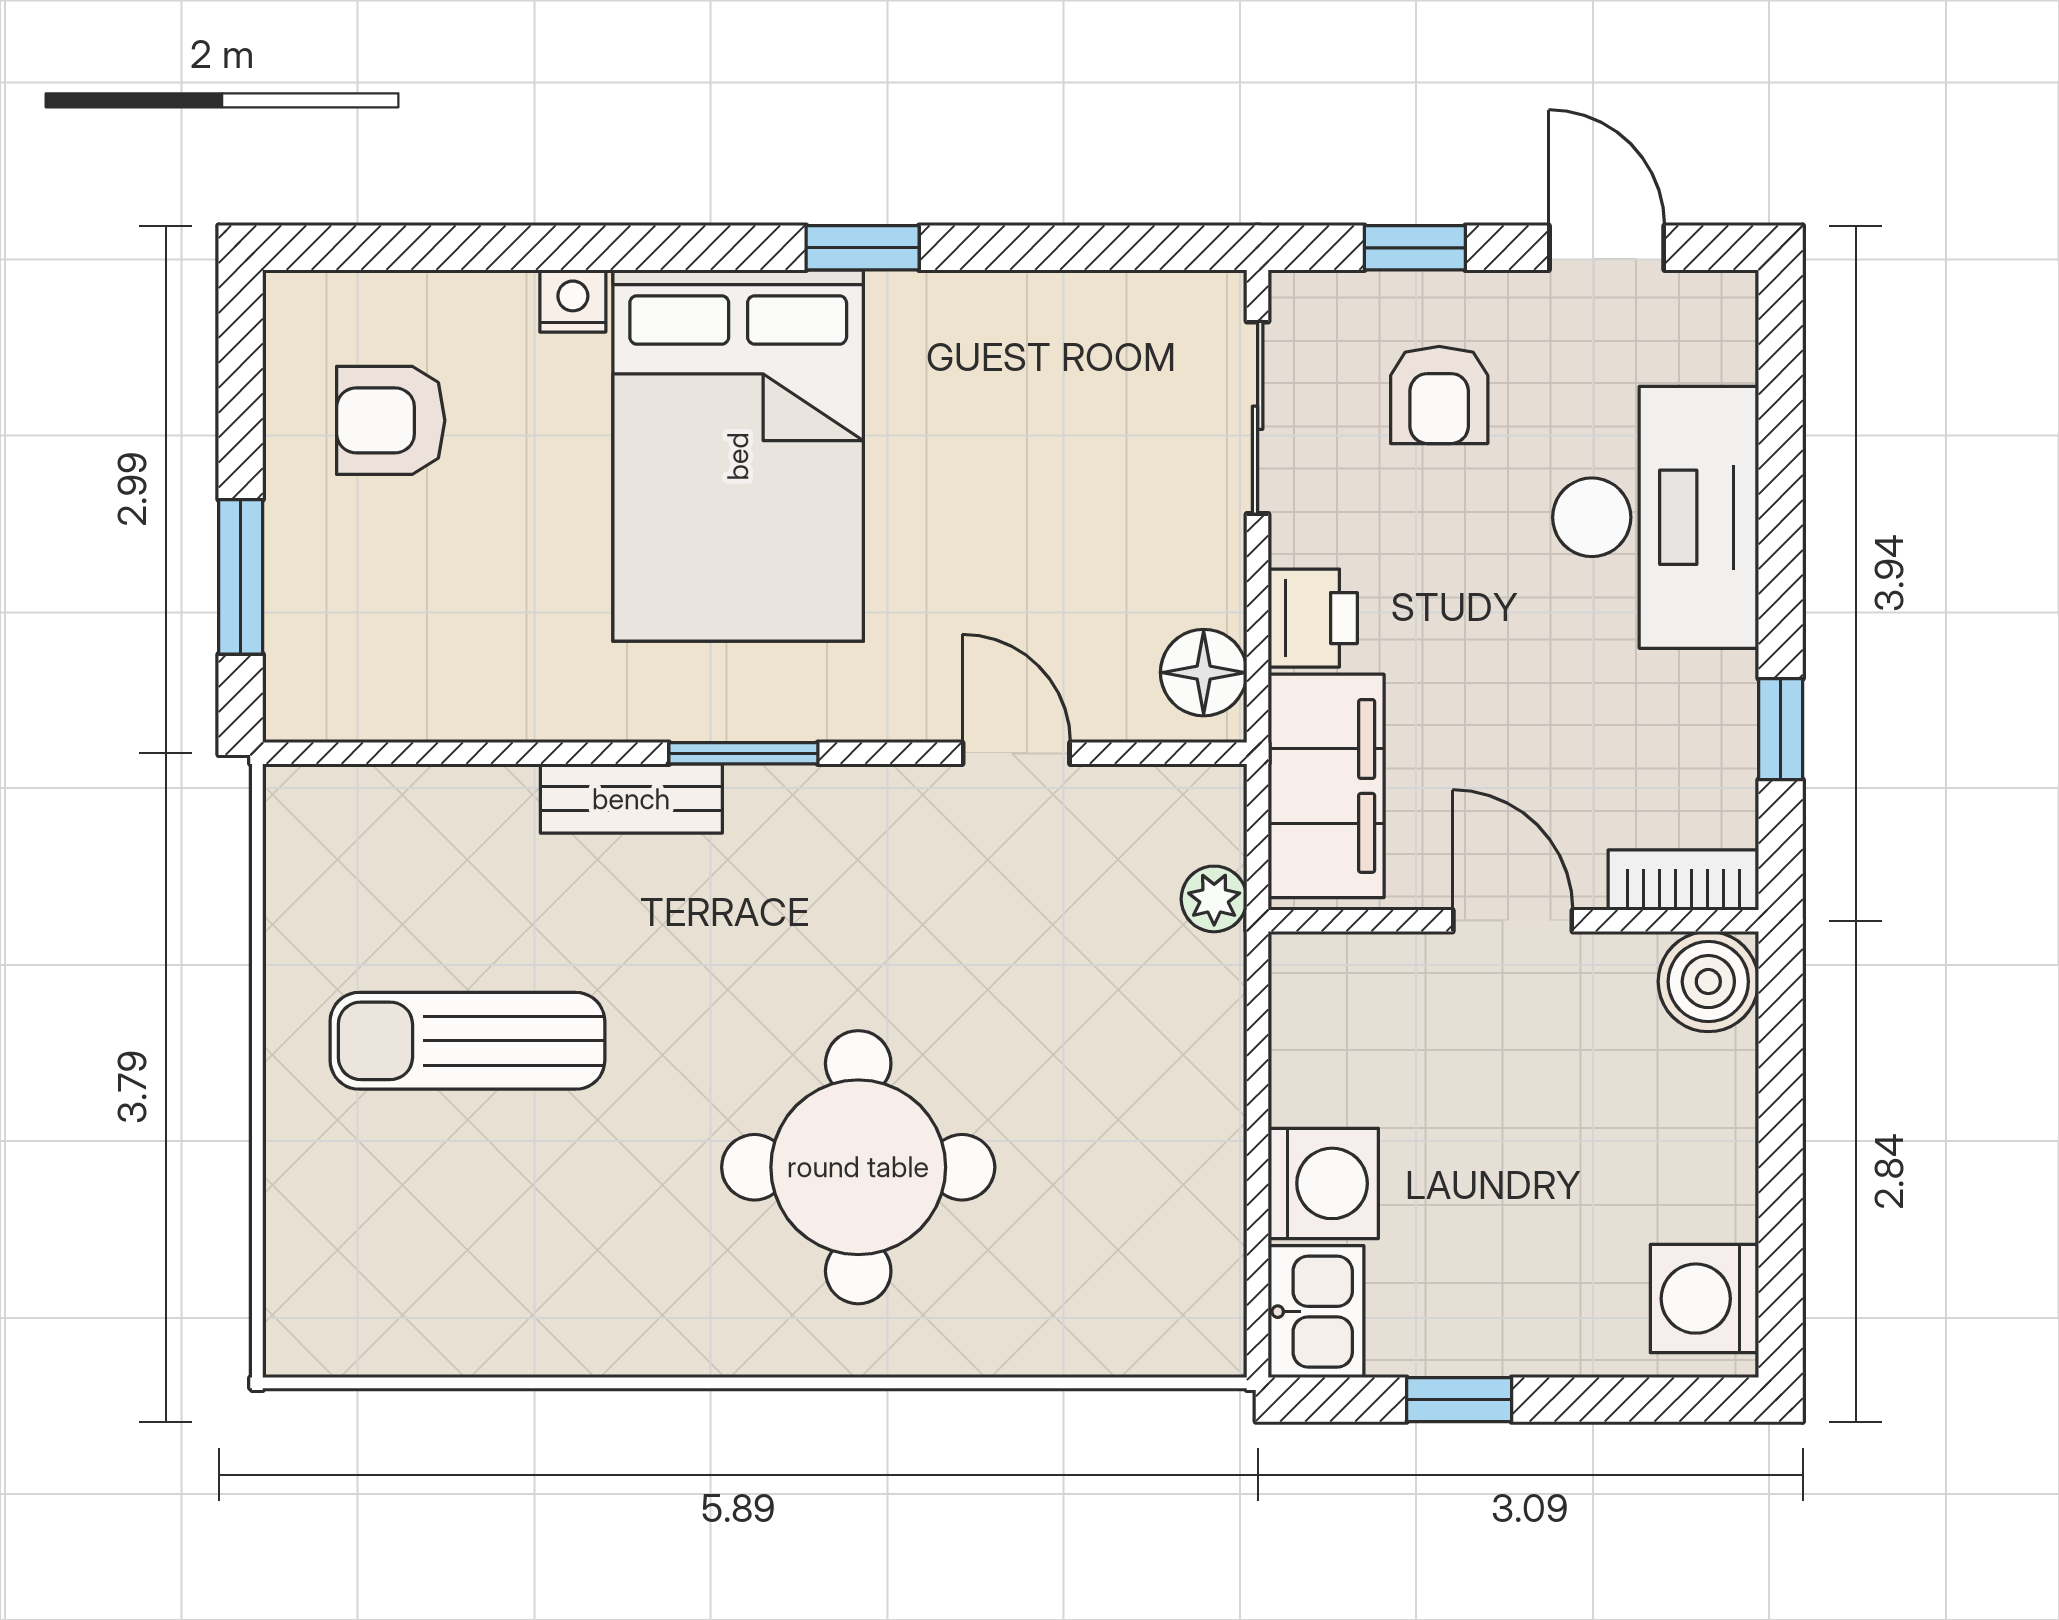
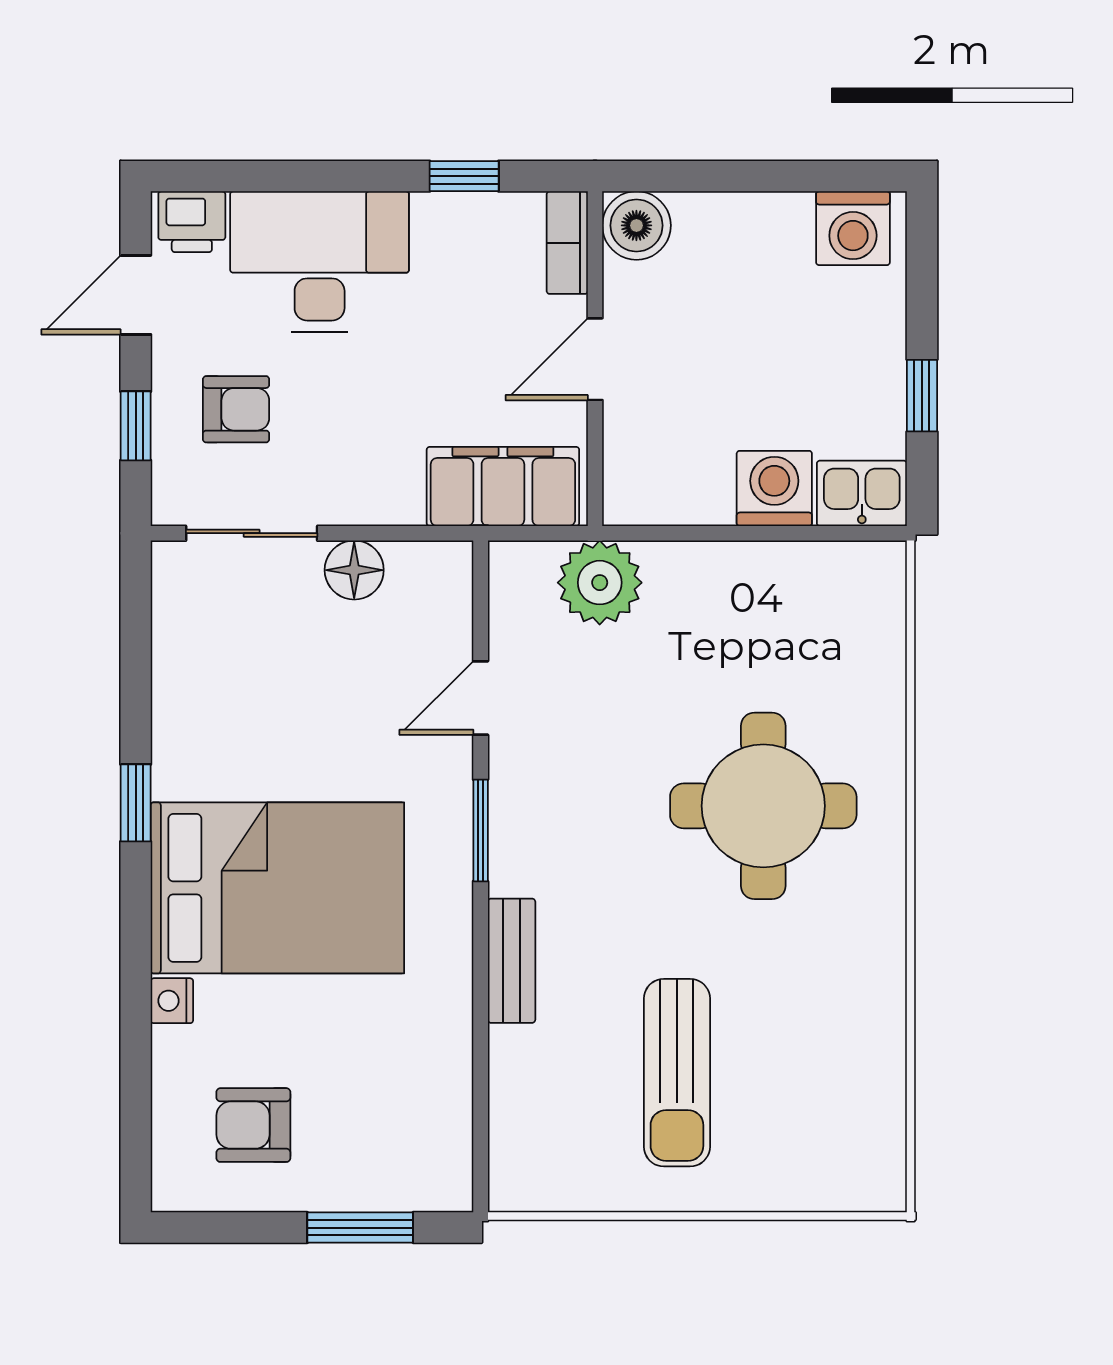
armchair: (391, 420) -> (253, 1125), turned 90
printer: (1313, 618) -> (192, 222), moved, turned 180
floor lamp: (1204, 673) -> (354, 570), moved
window: (743, 753) -> (481, 830), moved
plant: (1214, 899) -> (600, 583), width x1.87, depth x1.87

